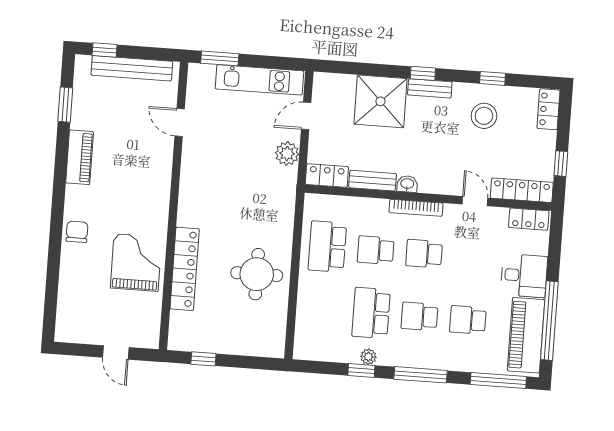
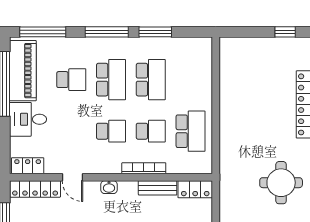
plant: (287, 154) -> (229, 205), removed
washbasin: (407, 184) -> (109, 187), moved
bookcase: (416, 208) -> (144, 168), moved
round table: (257, 274) -> (281, 183), moved
school desk: (419, 316) -> (111, 80), width x1.85
plant: (368, 357) -> (150, 44), removed
window: (361, 370) -> (155, 32), width x1.50

